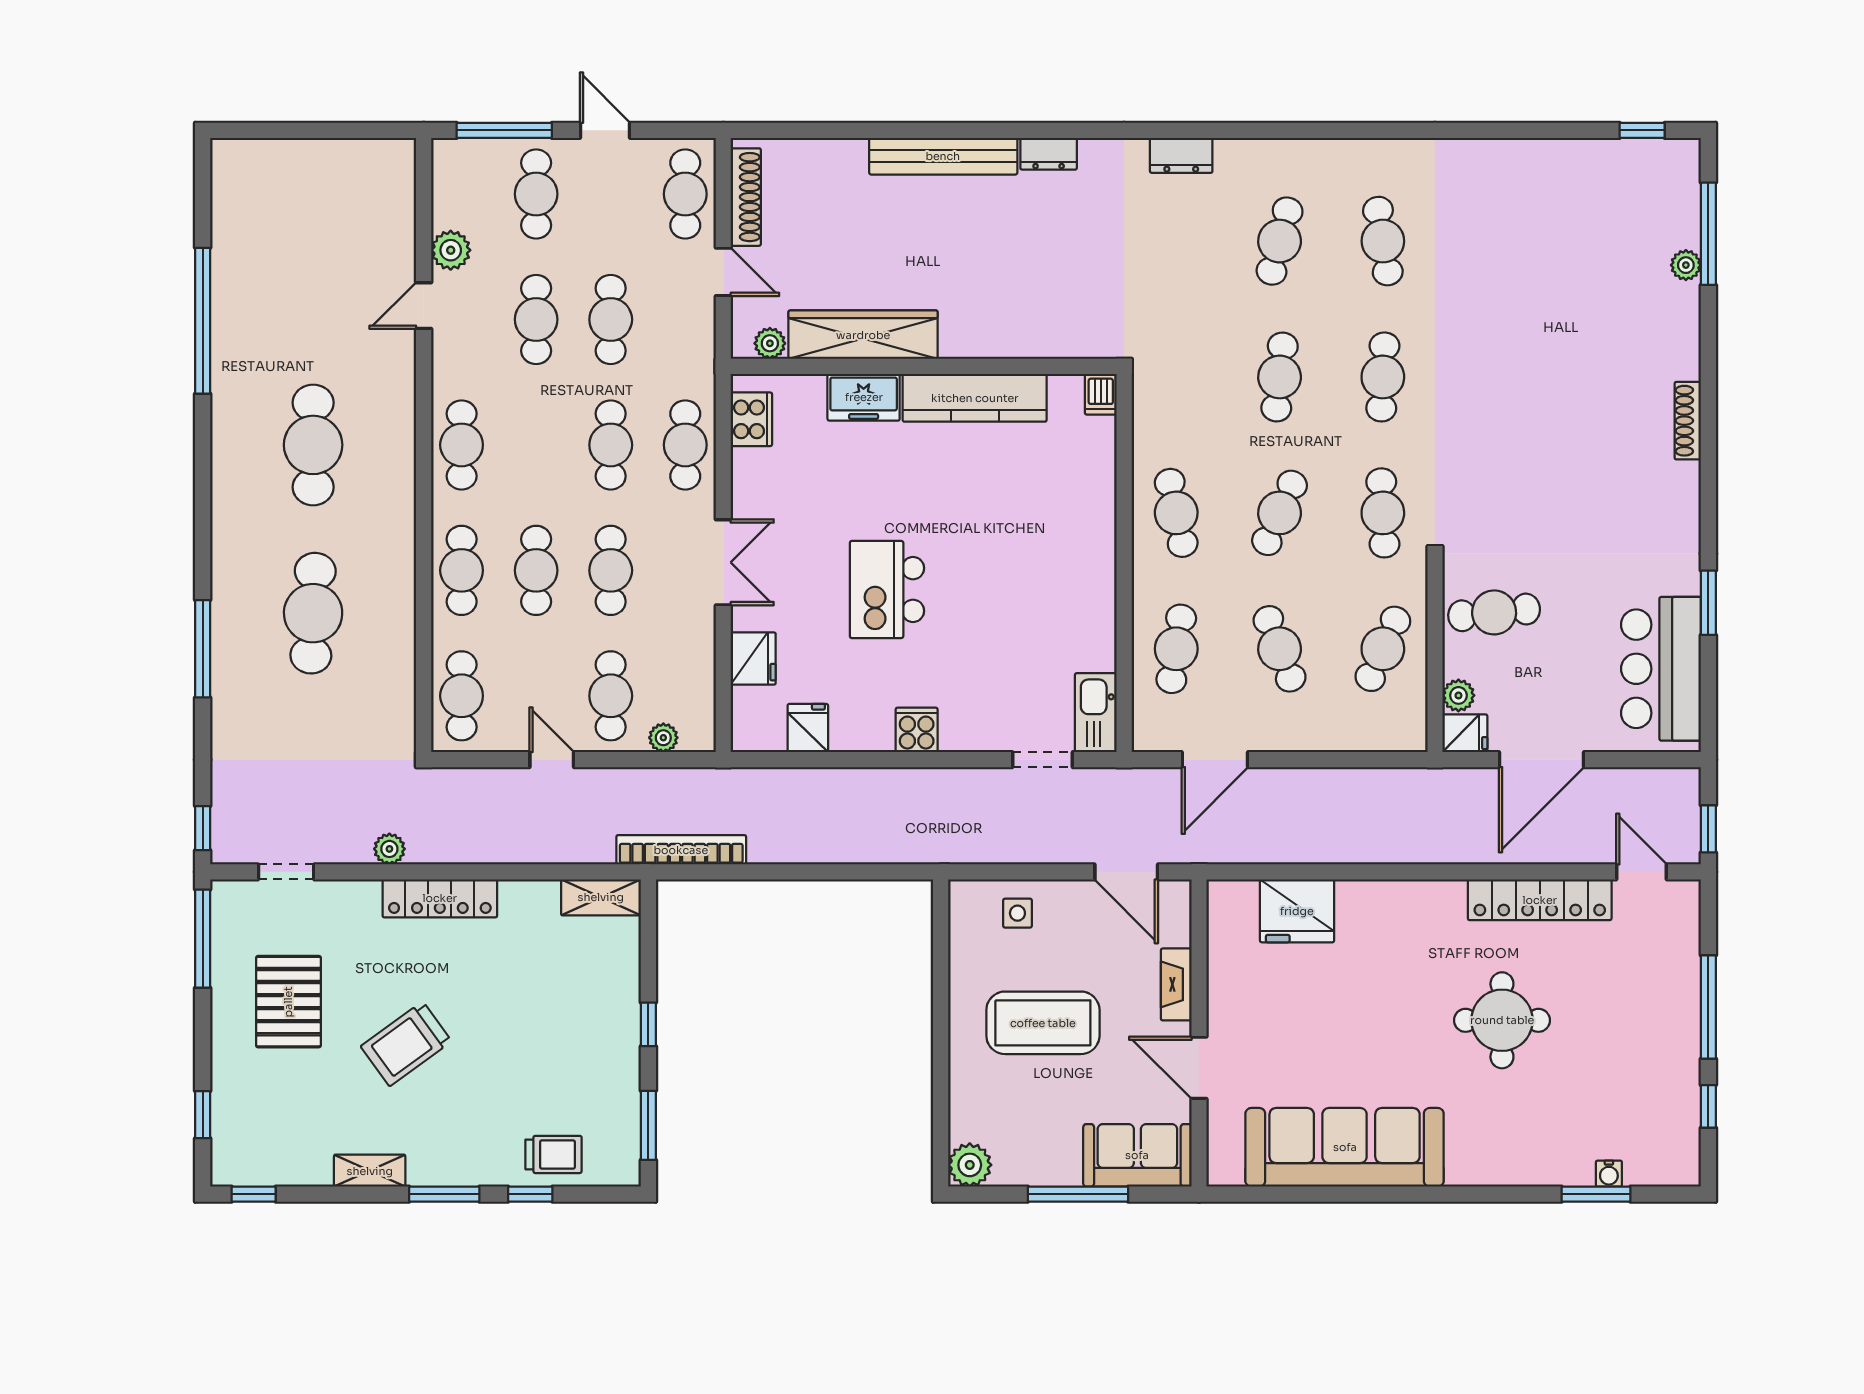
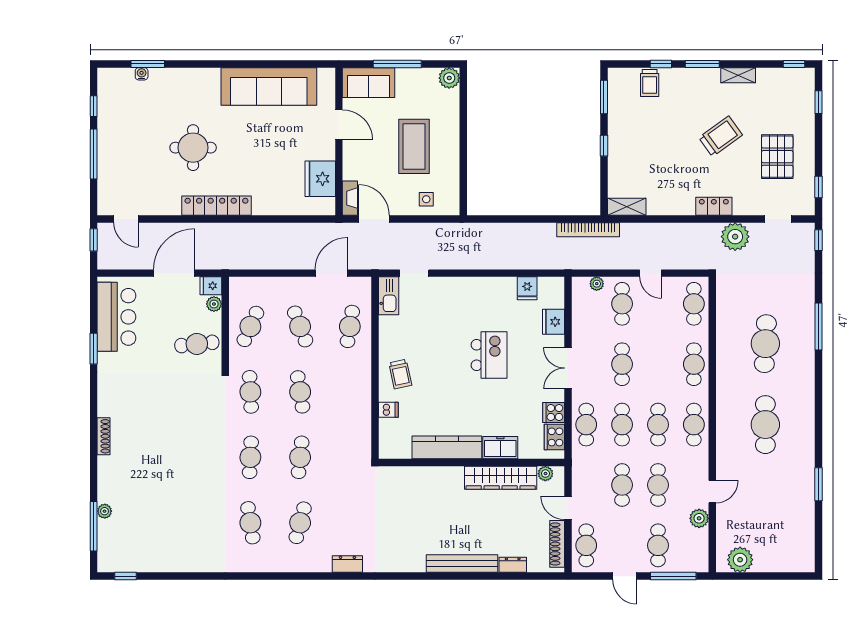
dresser: (1049, 154) -> (513, 565), moved
plant: (366, 164) -> (740, 560), added
window: (203, 321) -> (819, 484), width x0.47
dishwasher: (1101, 394) -> (388, 410), moved, turned 90
cafe table: (1176, 513) -> (350, 392), removed
cafe table: (1280, 513) -> (300, 392), turned -33
trolley: (1071, 550) -> (400, 374), added
cafe table: (536, 570) -> (658, 425), moved
cooker: (917, 730) -> (554, 412), moved, turned 90
plant: (389, 849) -> (735, 237), width x1.88, depth x1.88
locker: (440, 898) -> (714, 206), width x0.66
locker: (1540, 900) -> (216, 206), moved
fridge: (1297, 911) -> (320, 179), moved, turned -90
window: (203, 939) -> (819, 187), width x0.46
fireplace: (1176, 984) -> (350, 198), moved
coffee table: (1043, 1023) -> (414, 146), turned 90
trolley: (554, 1154) -> (650, 83), turned -90

